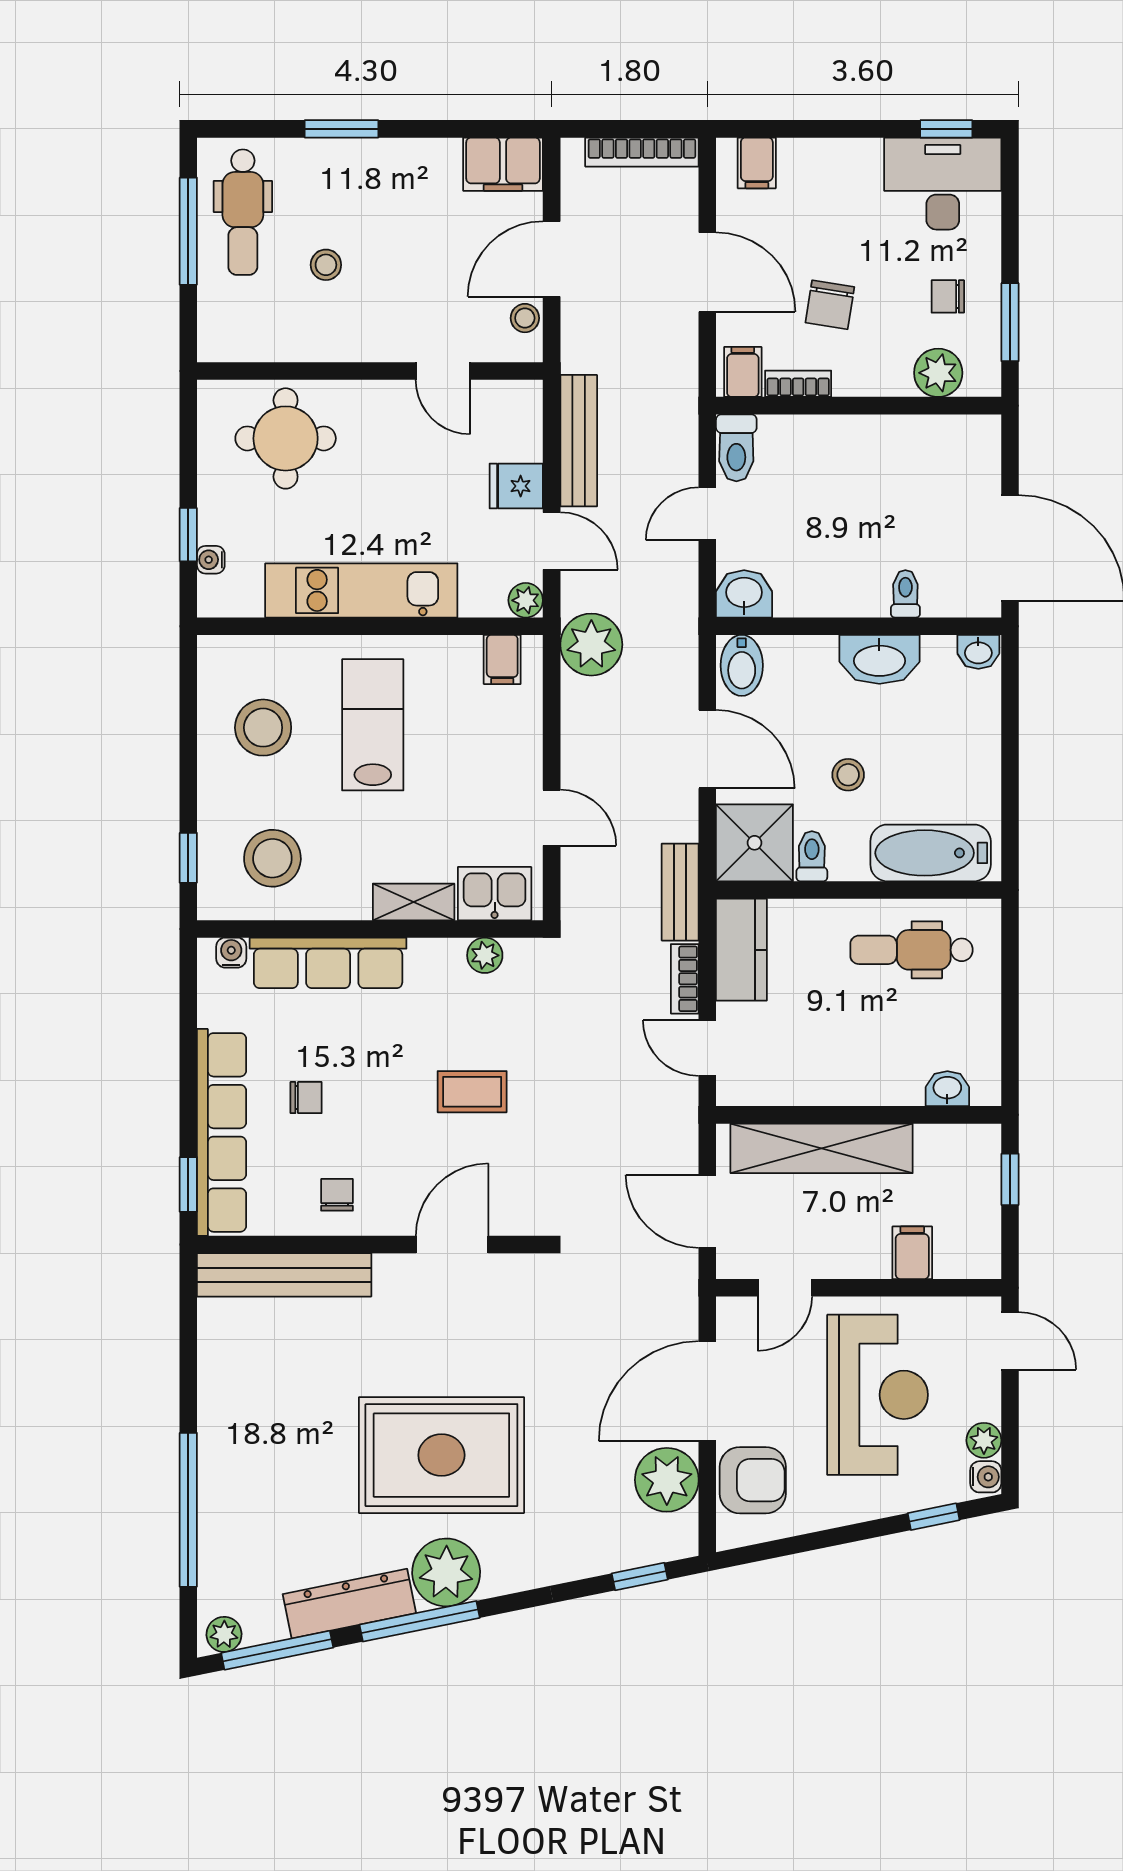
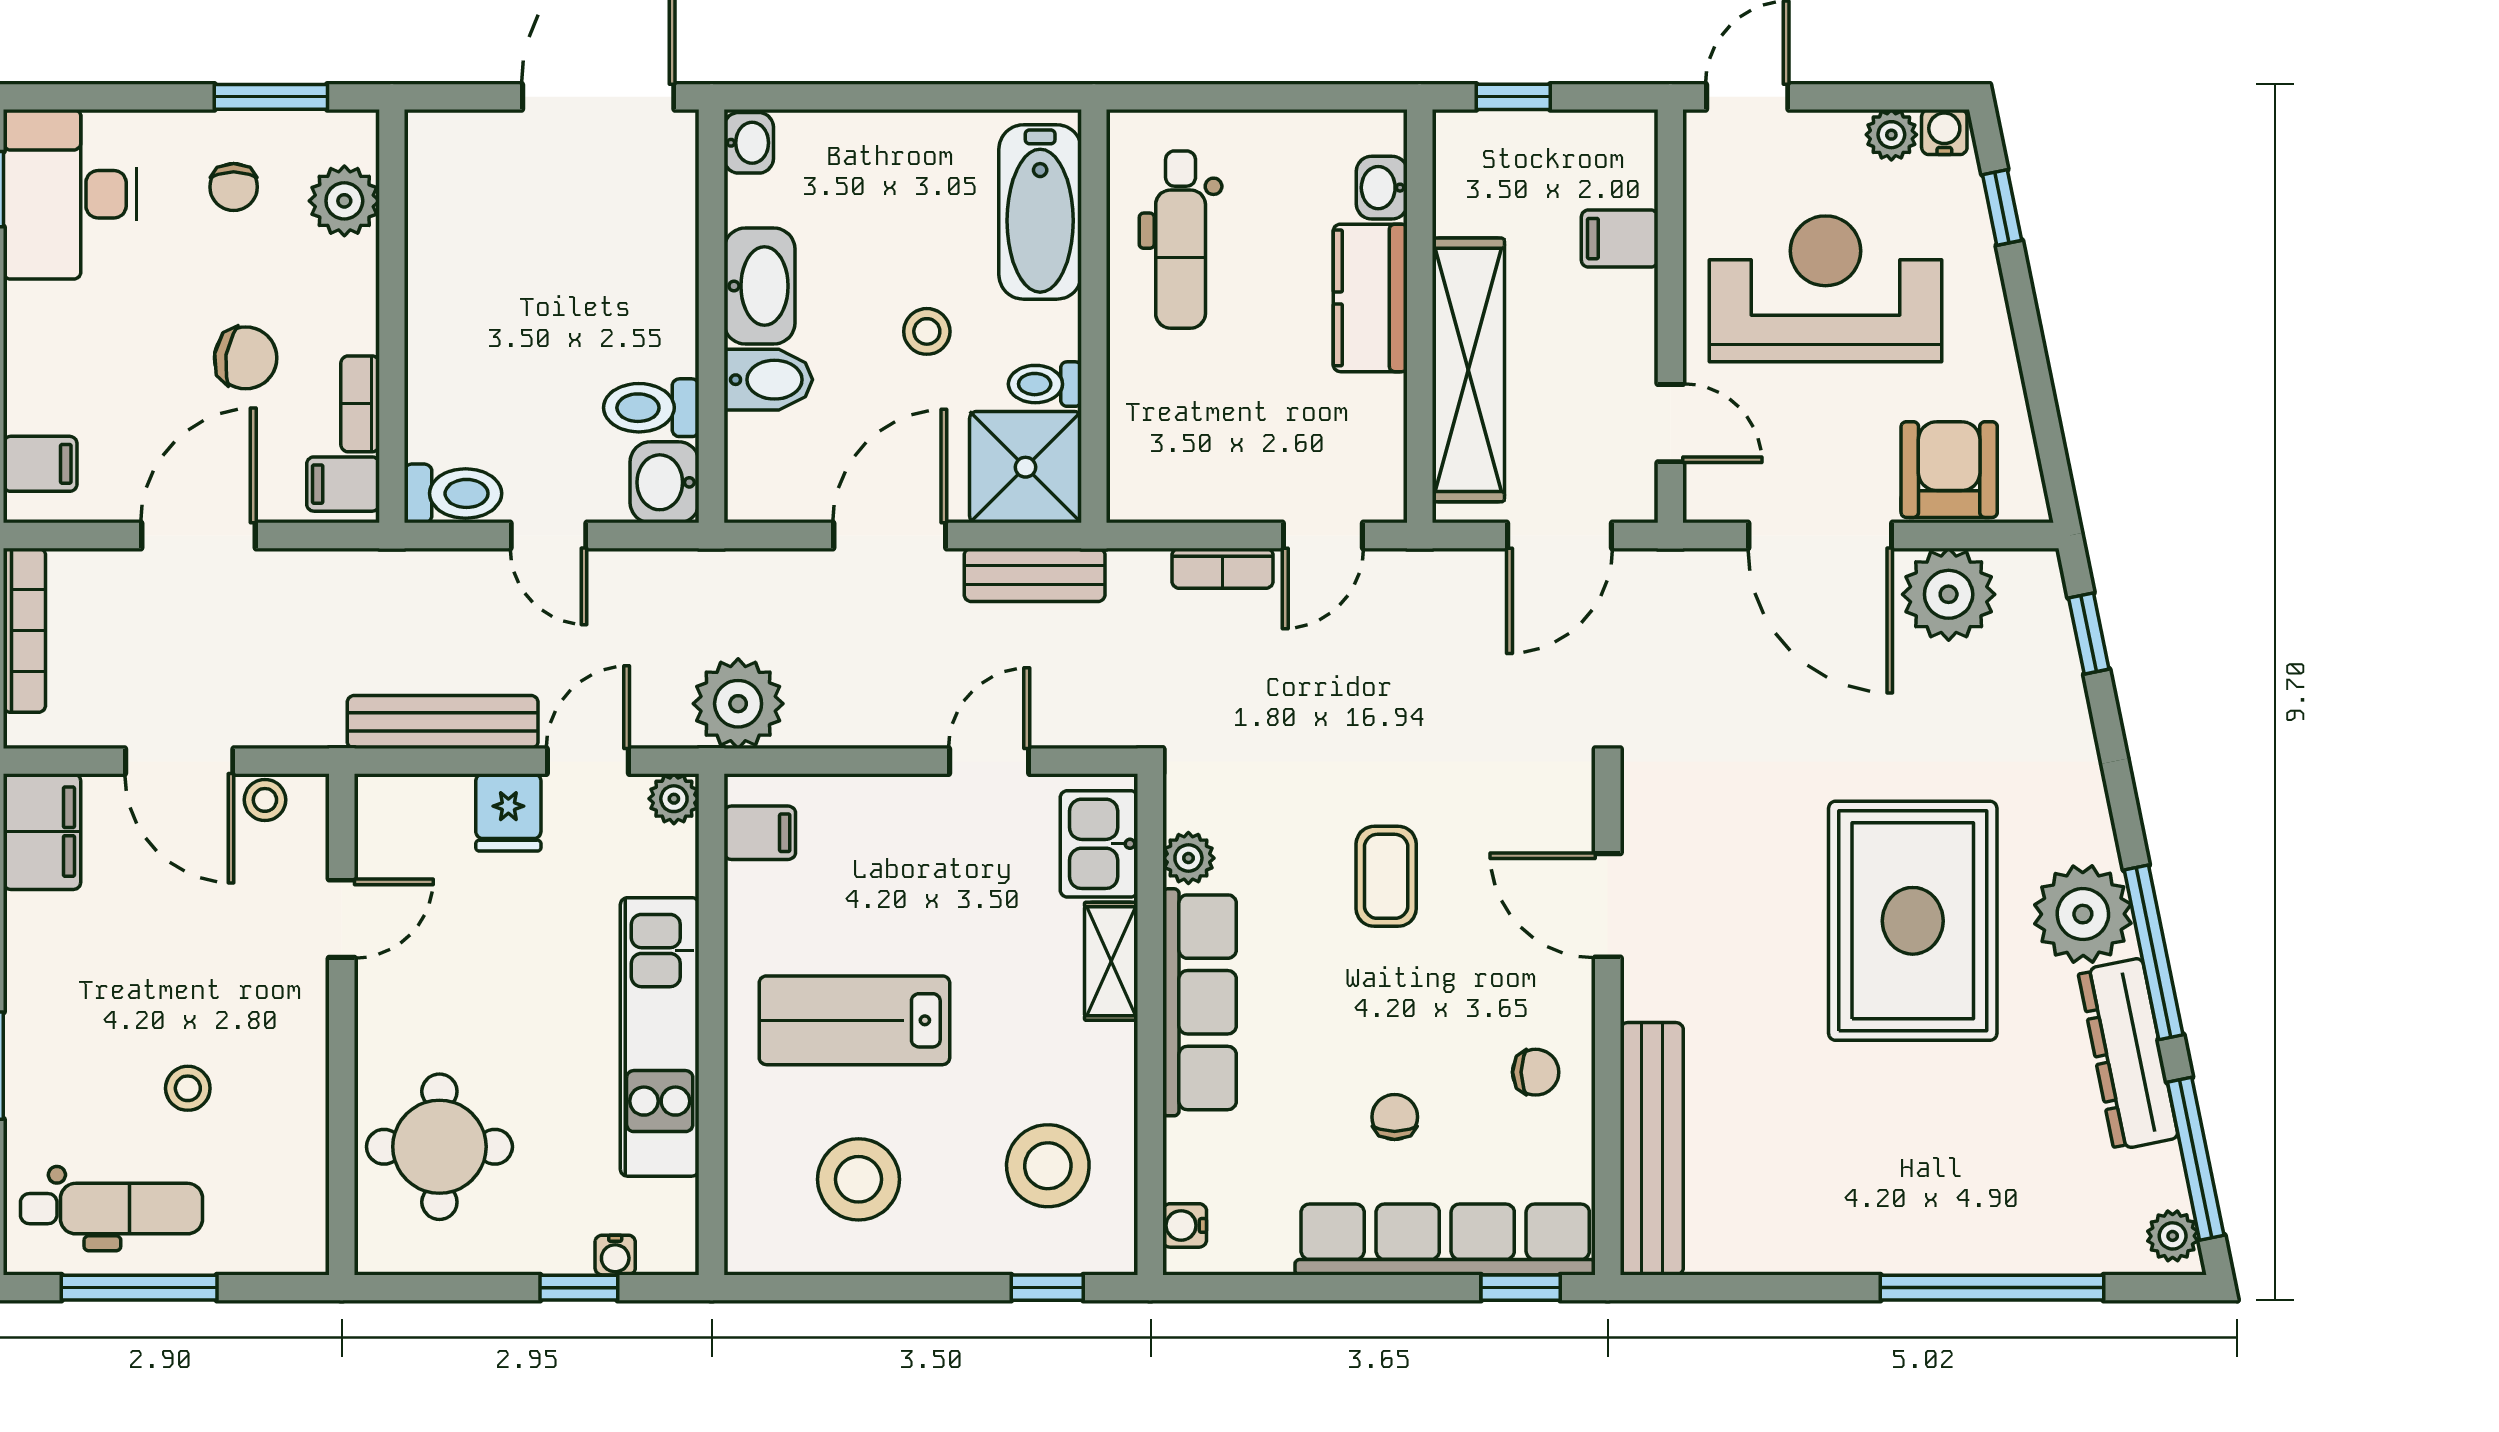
toilet: (905, 594) -> (651, 408), moved, width x1.37, depth x1.39
bidet: (742, 665) -> (768, 380), moved
bench: (680, 892) -> (1035, 575), moved
kitchen counter: (741, 950) -> (1370, 298), moved, turned -90
row of seats: (328, 963) -> (1199, 1002), moved
chair: (337, 1195) -> (1536, 1072), turned 180

